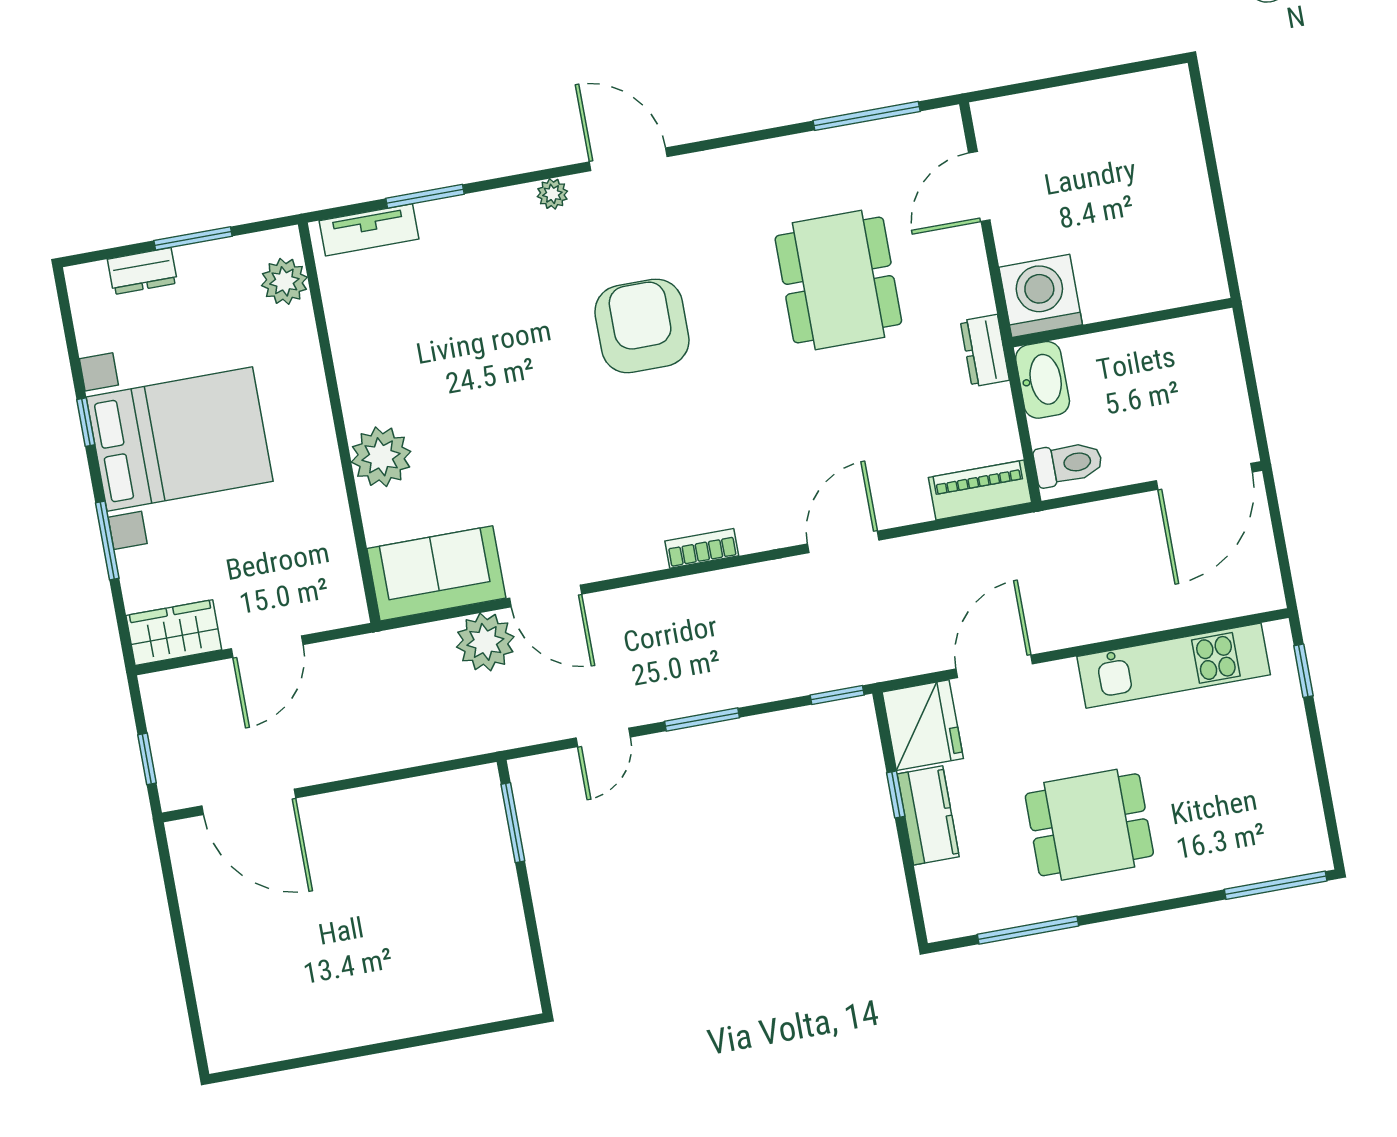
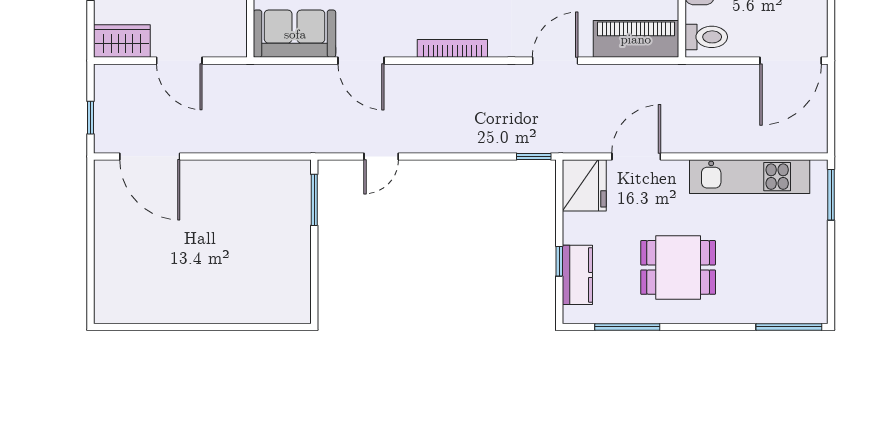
piano: (980, 490) -> (636, 39), width x1.37, depth x1.33
bookcase: (702, 548) -> (452, 48), width x1.56
plant: (485, 642) -> (318, 83), removed
door: (267, 647) -> (179, 61), hinge flipped
window: (1303, 671) -> (831, 195), width x1.50
window: (702, 719) -> (446, 156), removed
window: (896, 795) -> (559, 261), moved
kitchen counter: (928, 815) -> (577, 275), moved

